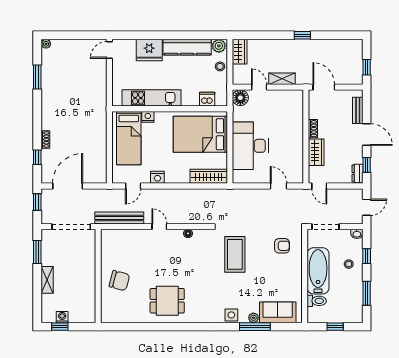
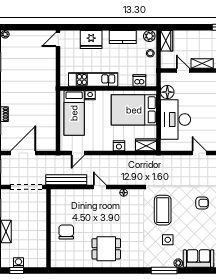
kitchen counter: (187, 47) -> (123, 37), width x0.67
floor lamp: (240, 98) -> (167, 92), moved
wardrobe: (209, 176) -> (146, 145), width x0.67
nightstand: (157, 177) -> (119, 146), moved
chair: (119, 281) -> (66, 232), turned -105
side table: (231, 315) -> (168, 240), moved
window: (255, 327) -> (164, 270), moved

